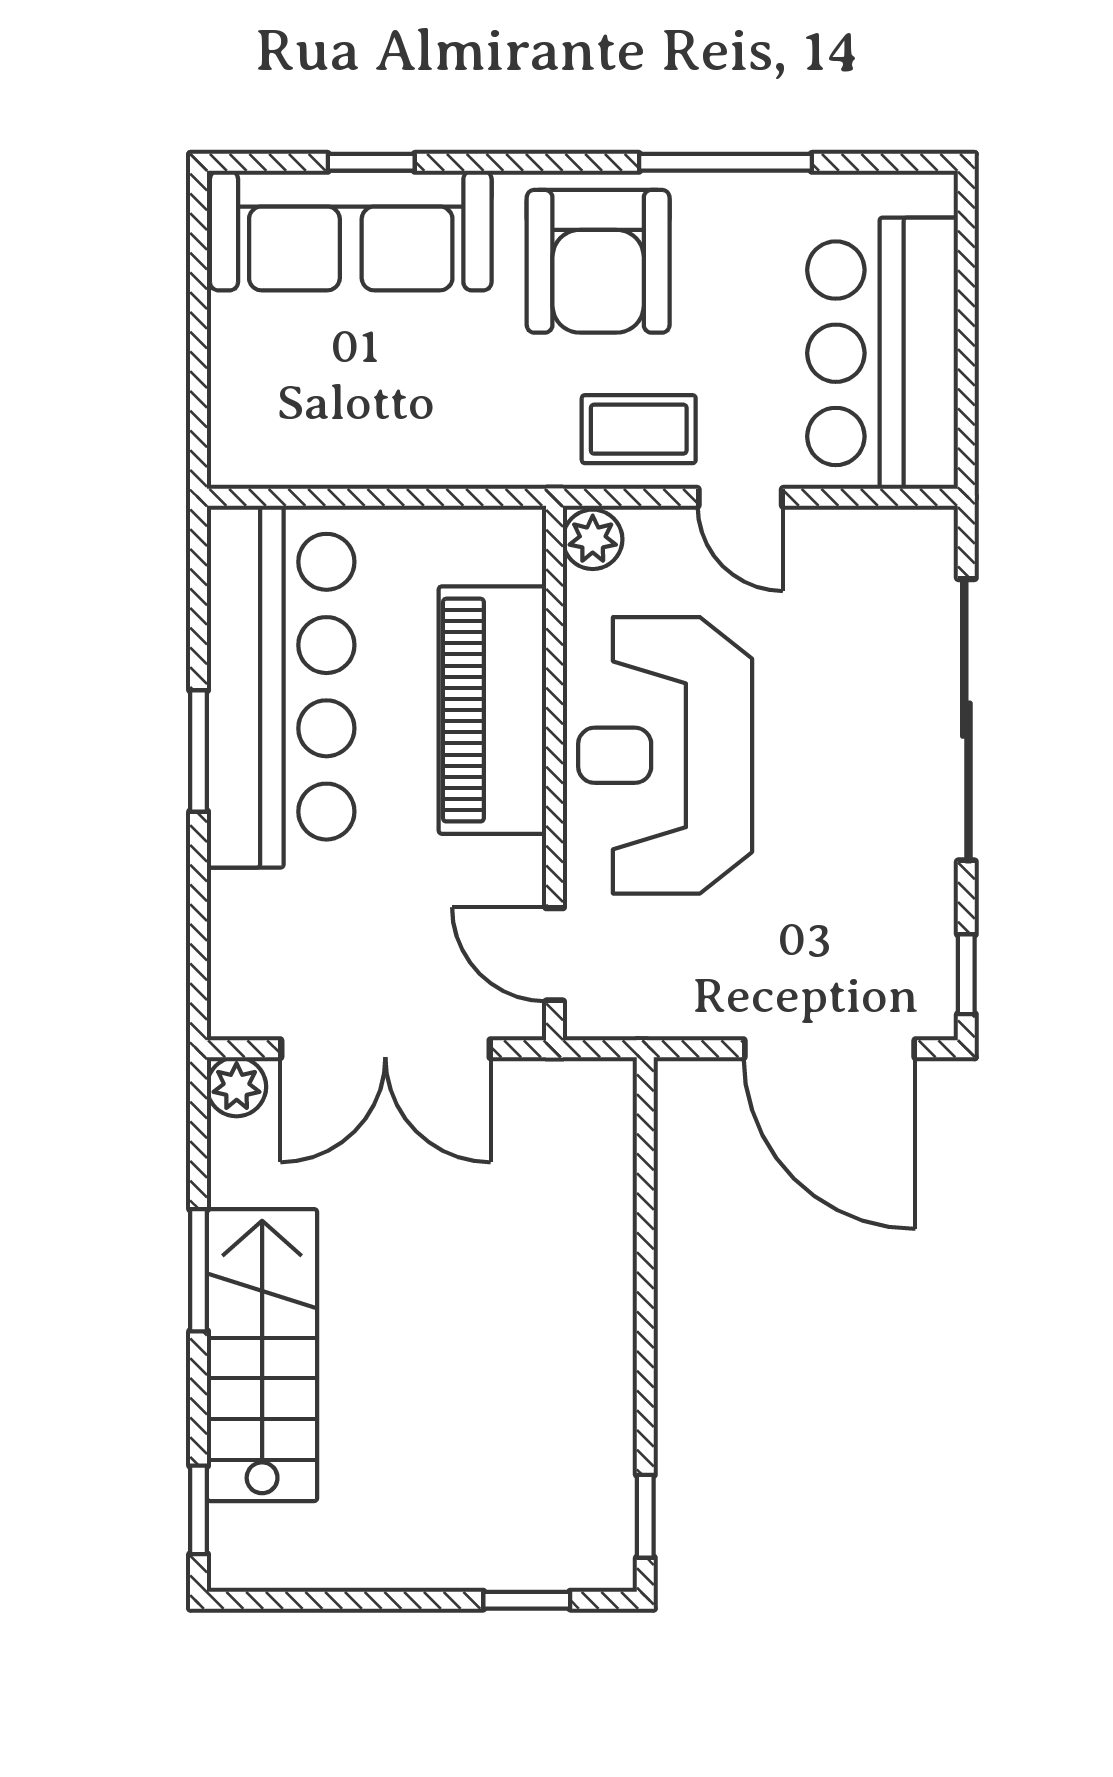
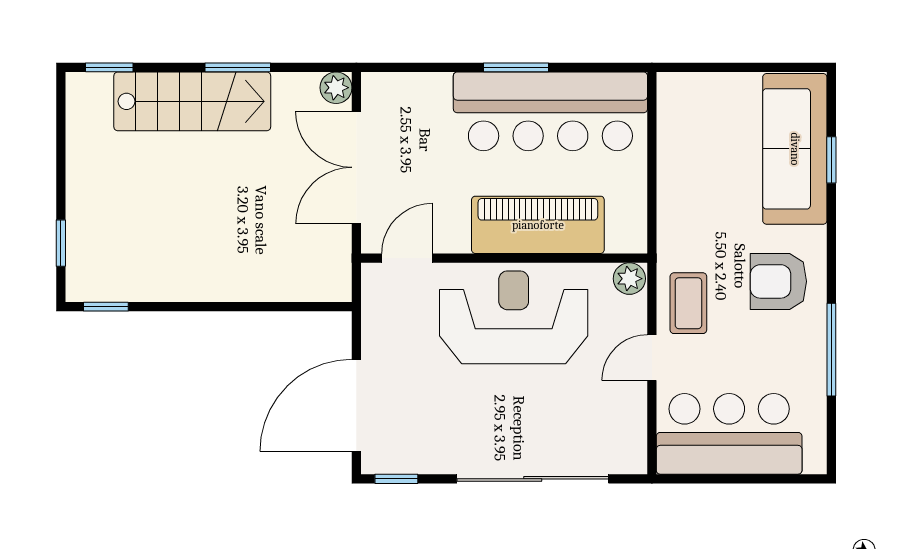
armchair: (598, 261) -> (778, 281), width x0.73, depth x0.73

